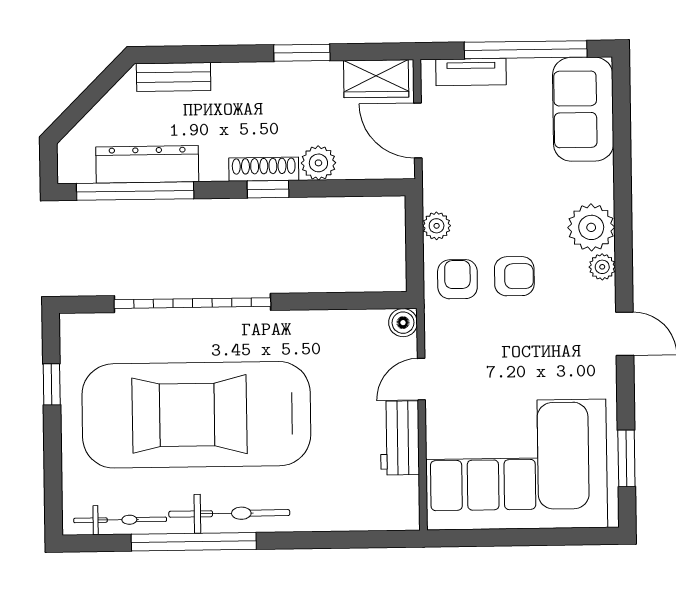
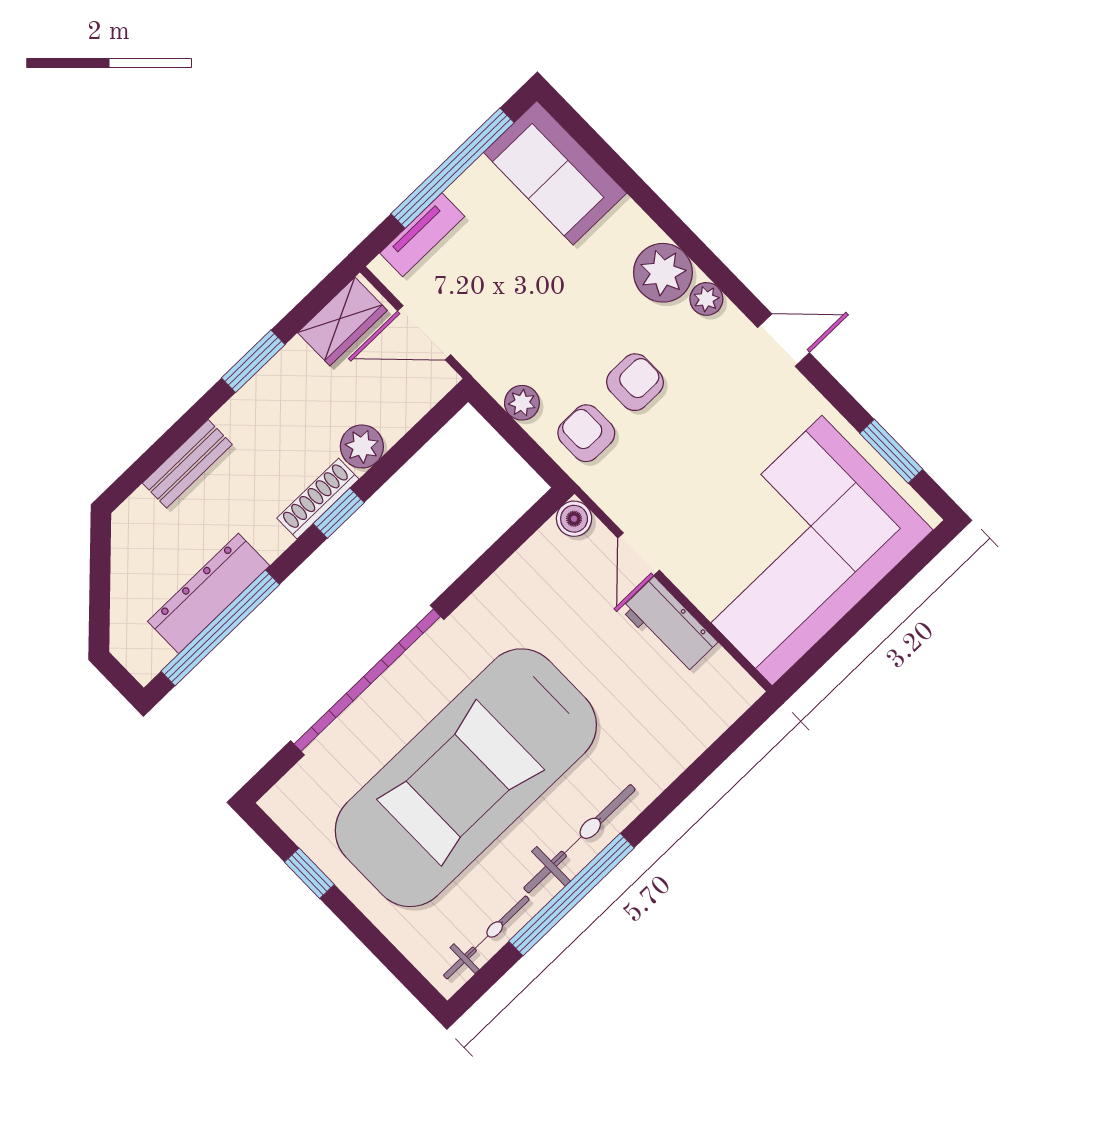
bench: (174, 77) -> (187, 464), moved

